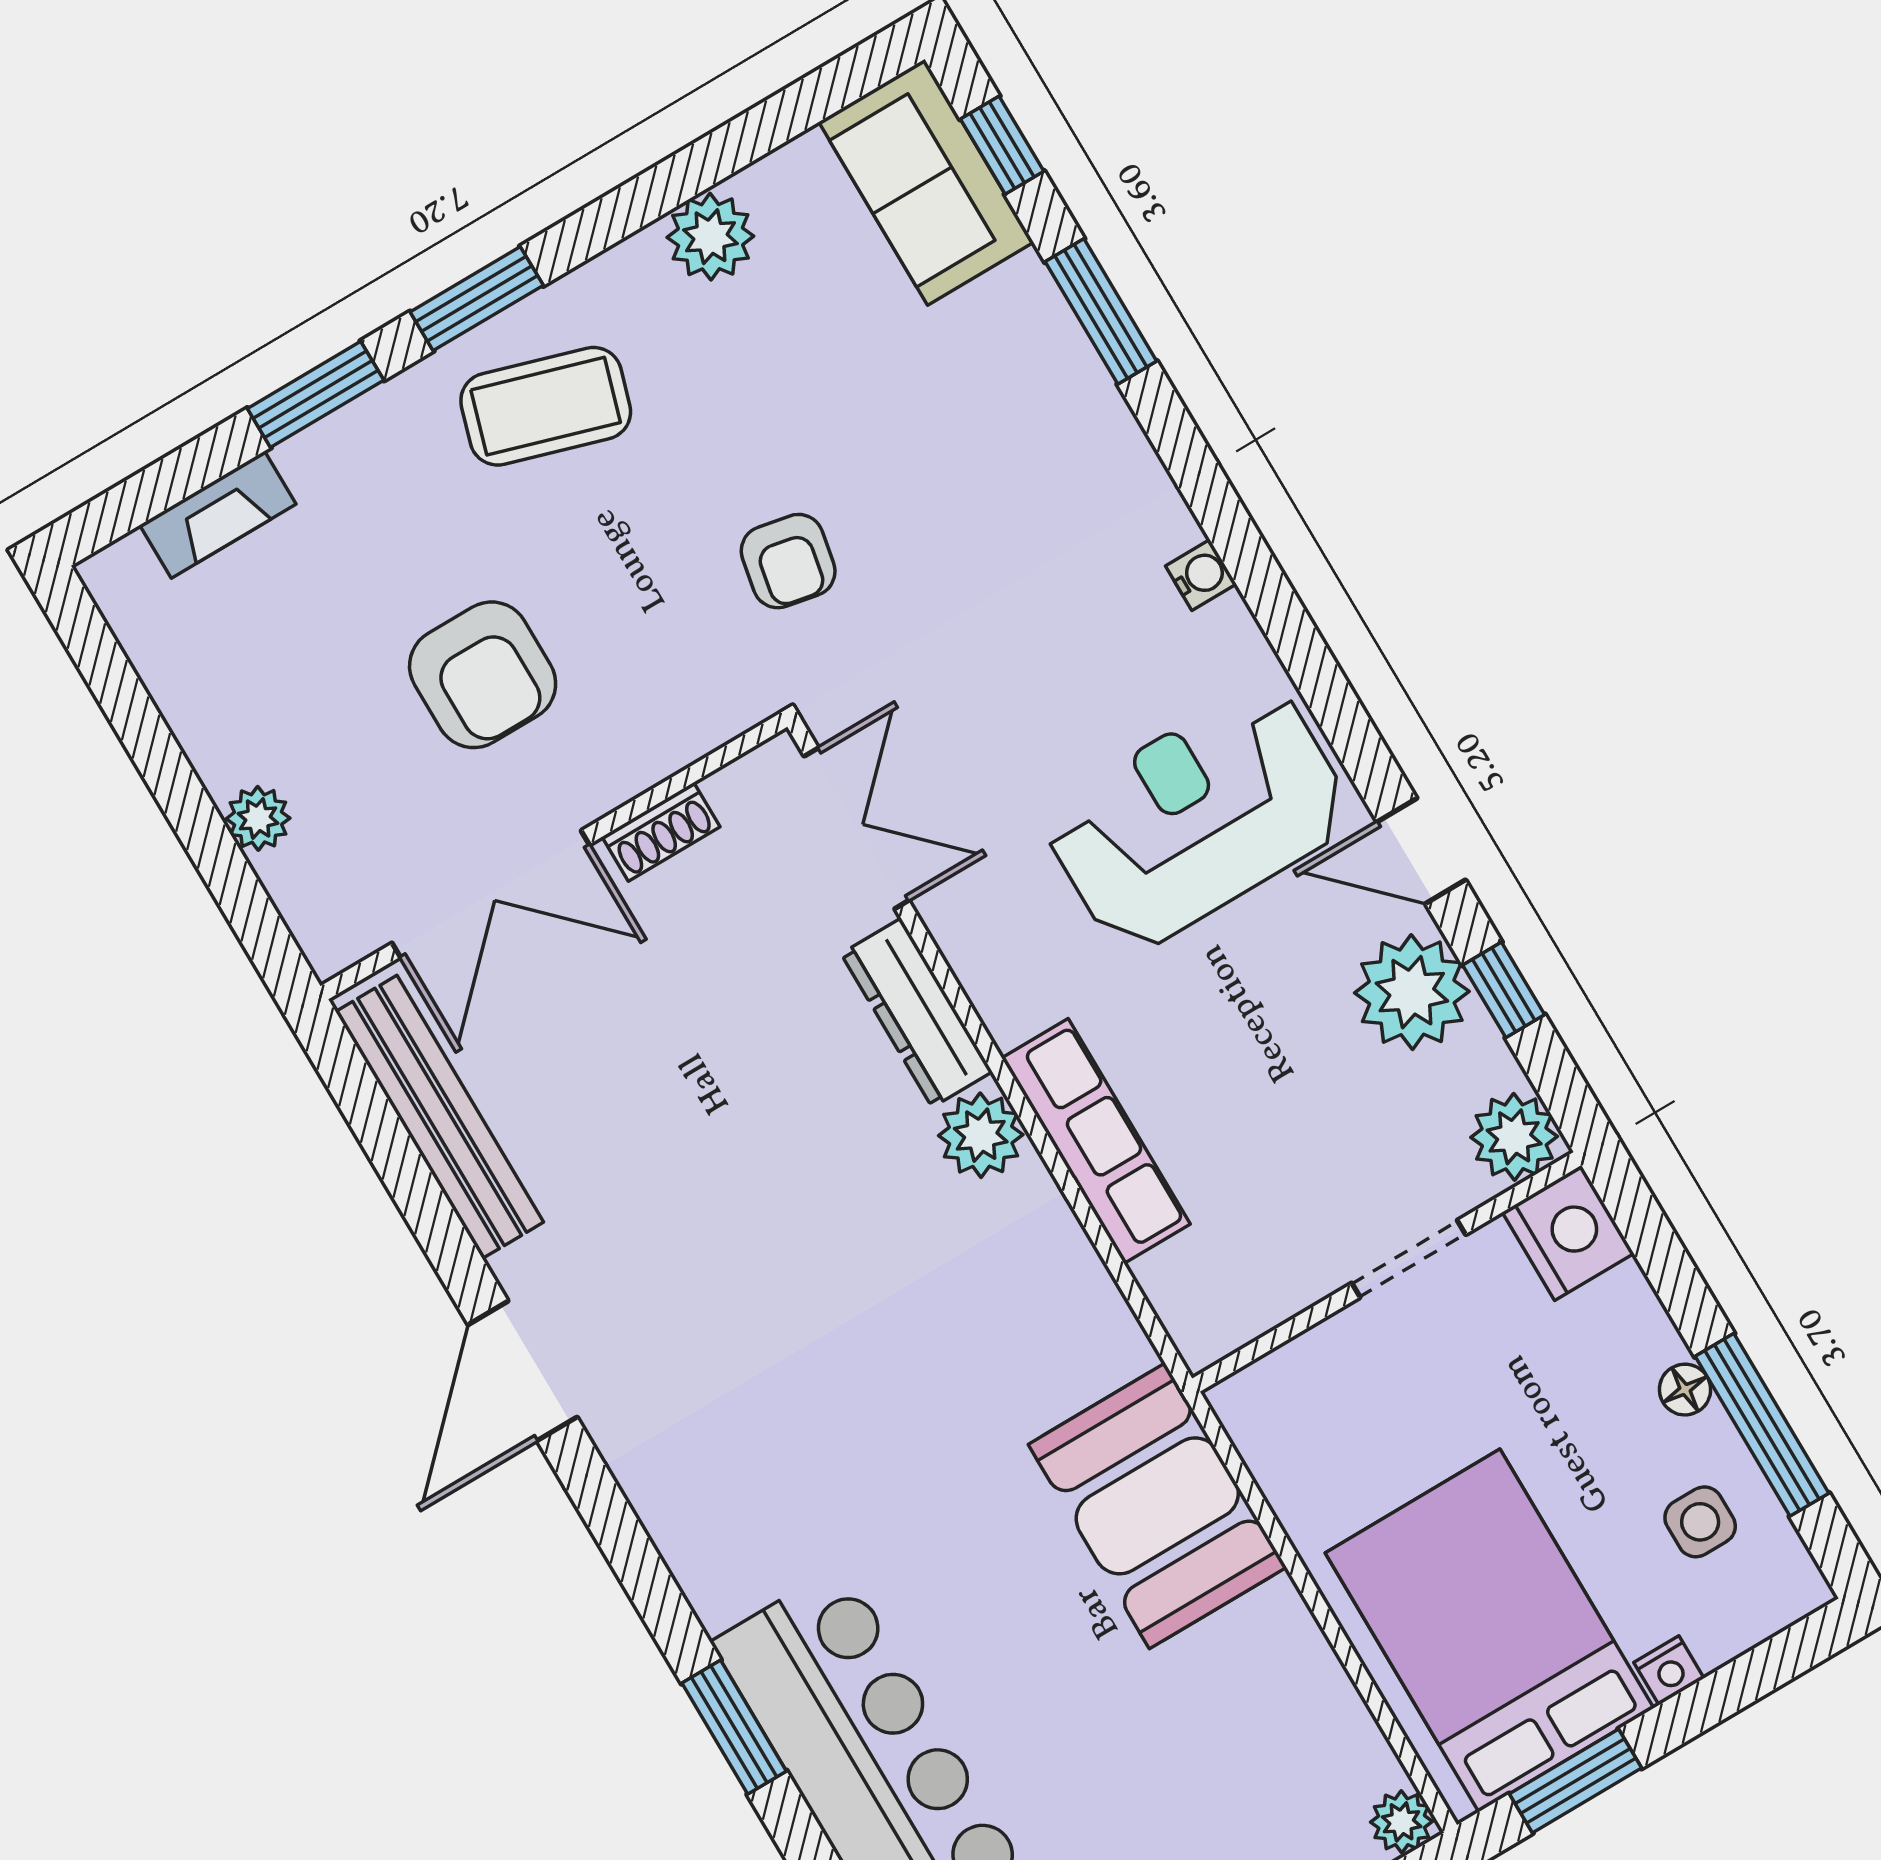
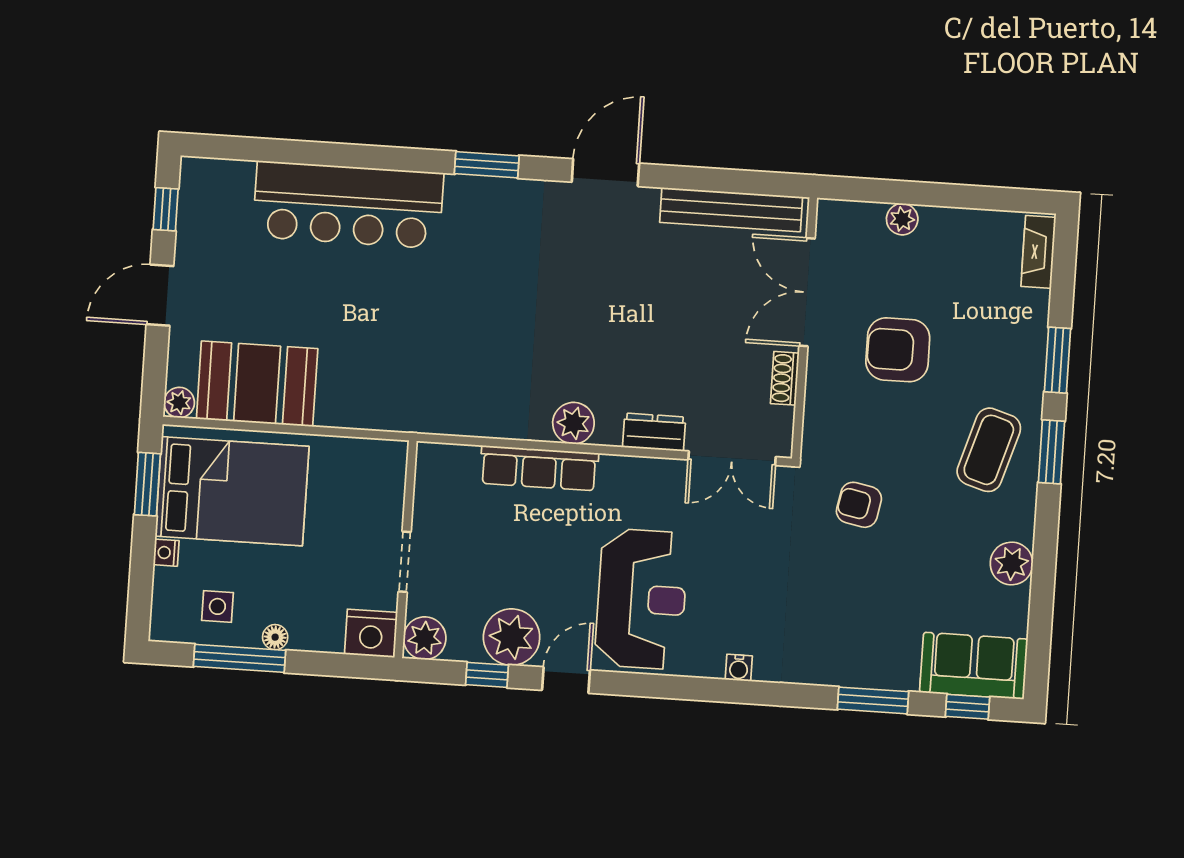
fireplace: (218, 515) -> (1038, 252), moved
dresser: (917, 1013) -> (654, 432), width x0.70
door: (523, 1371) -> (605, 173), hinge flipped
booth: (1157, 1506) -> (257, 384), moved
window: (734, 1727) -> (487, 165), moved

